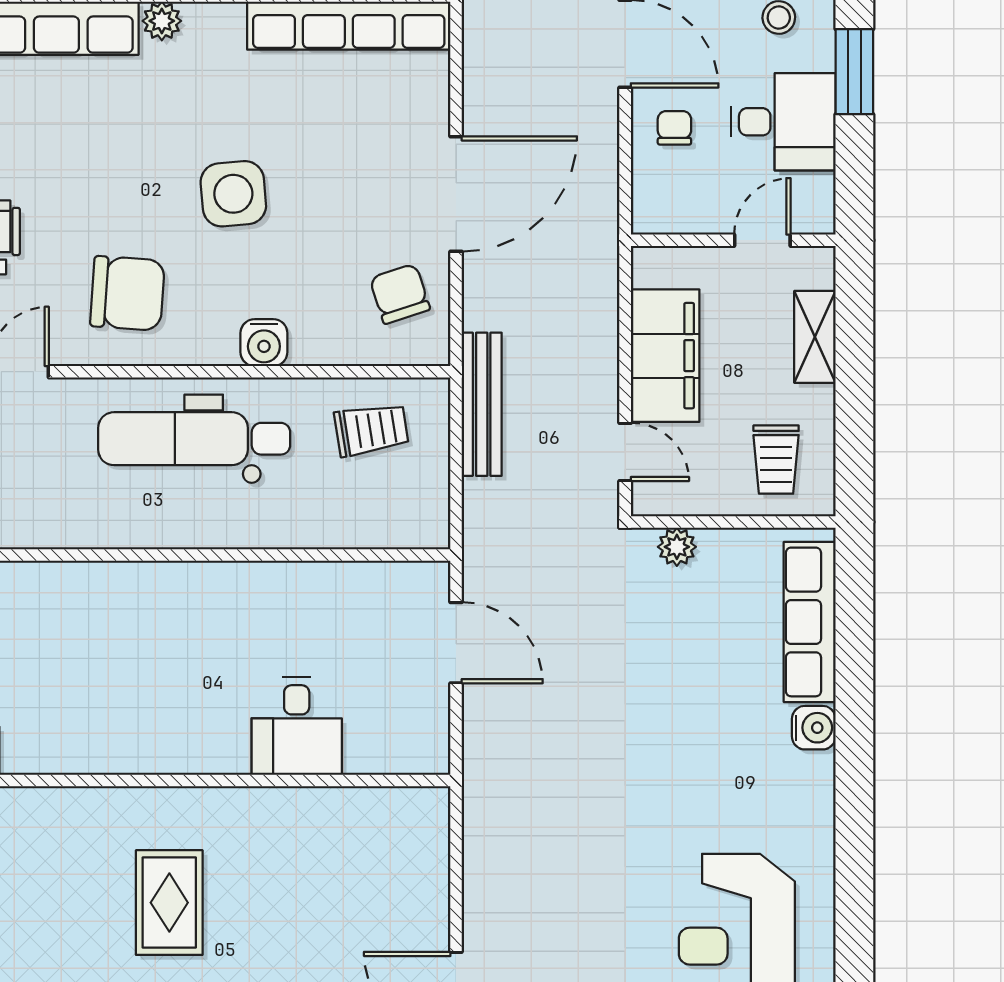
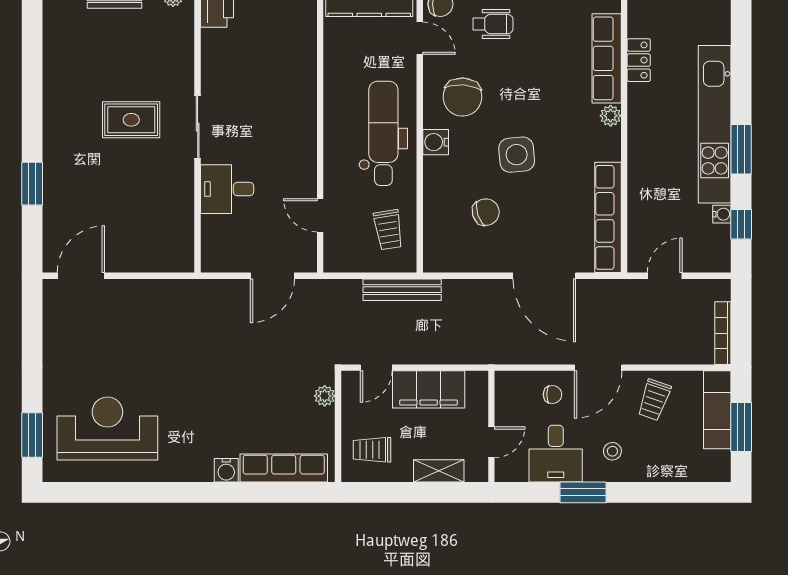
door: (456, 194) -> (544, 276), moved
door: (762, 240) -> (491, 442), hinge flipped
chair: (400, 294) -> (486, 212), moved
water cooler: (264, 343) -> (436, 142), moved
door: (345, 555) -> (320, 215), added
sliding door: (183, 780) -> (198, 127), added

